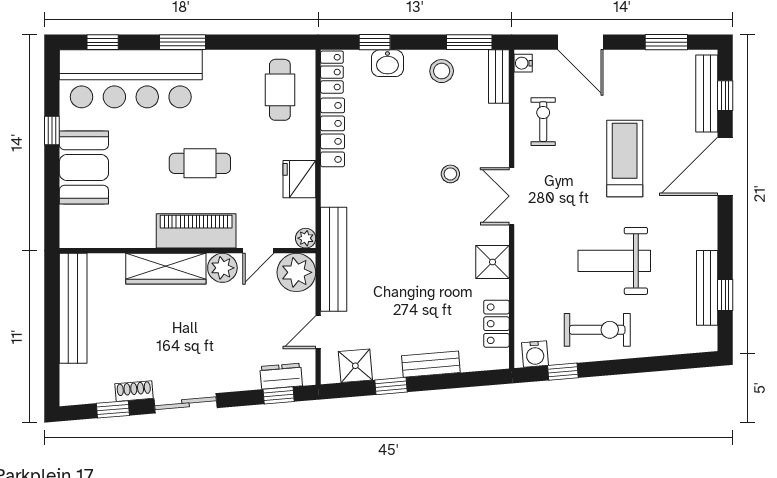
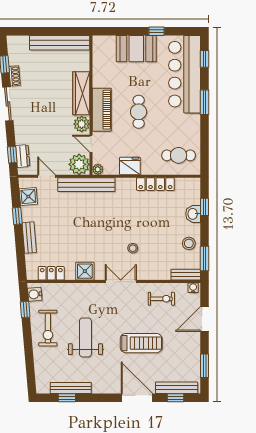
locker: (332, 72) -> (188, 184), removed

